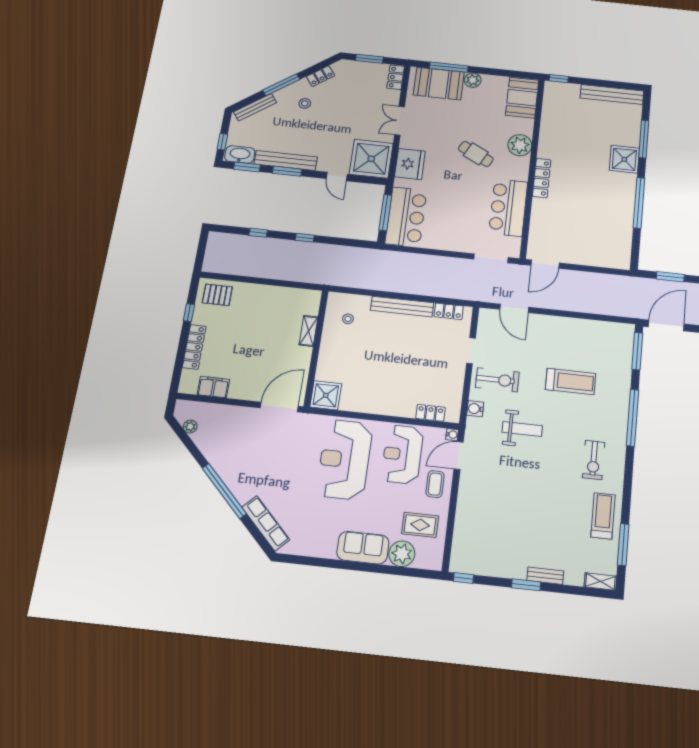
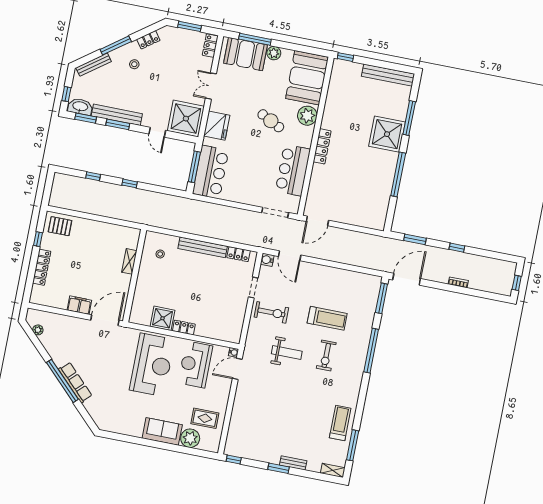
booth: (522, 98) -> (307, 78), width x1.36, depth x1.42
shower: (624, 159) -> (387, 134), width x1.37, depth x1.37
filing cabinet: (213, 387) -> (79, 305), moved
shower: (326, 395) -> (163, 318), moved
water cooler: (475, 409) -> (267, 260), moved
locker: (430, 413) -> (184, 327), moved
reception desk: (345, 460) -> (152, 365), turned 180
exercise bike: (594, 460) -> (326, 355), moved
coffee table: (435, 484) -> (218, 389), removed
row of seats: (266, 523) -> (75, 383), moved

